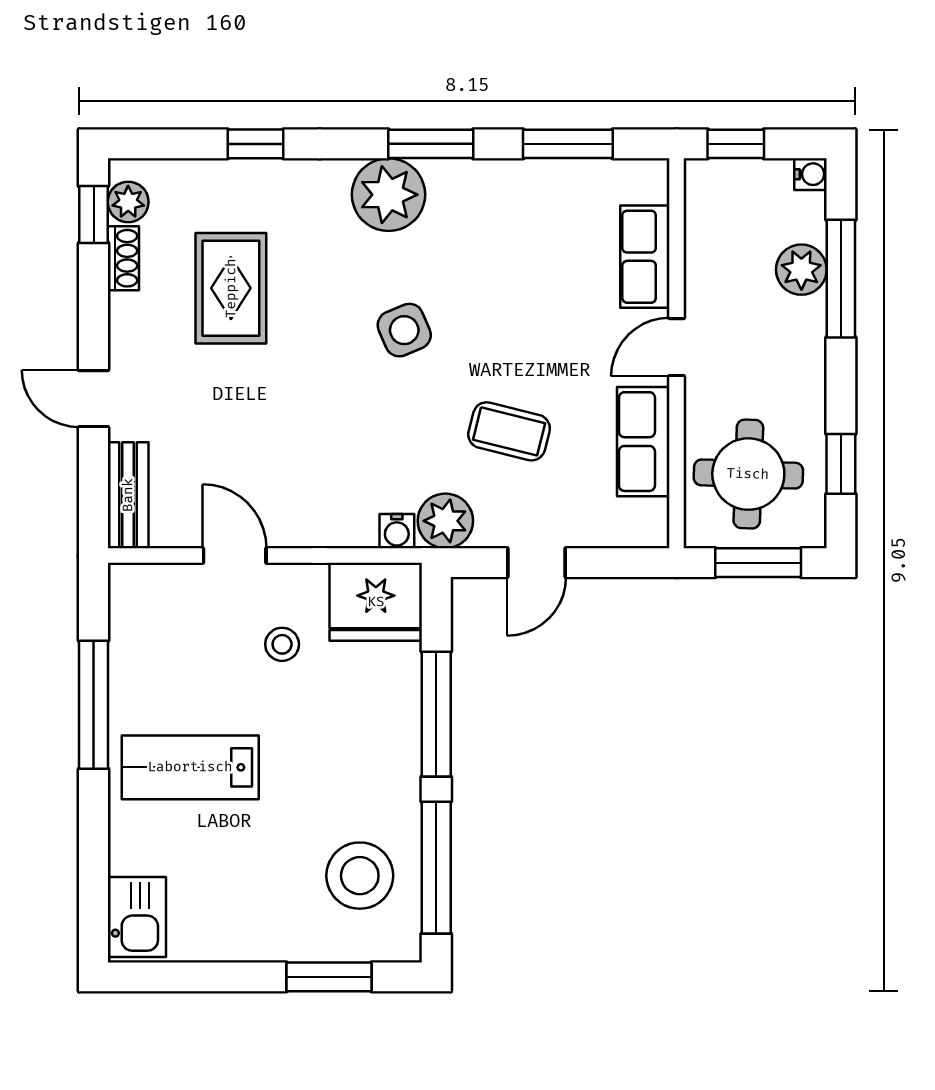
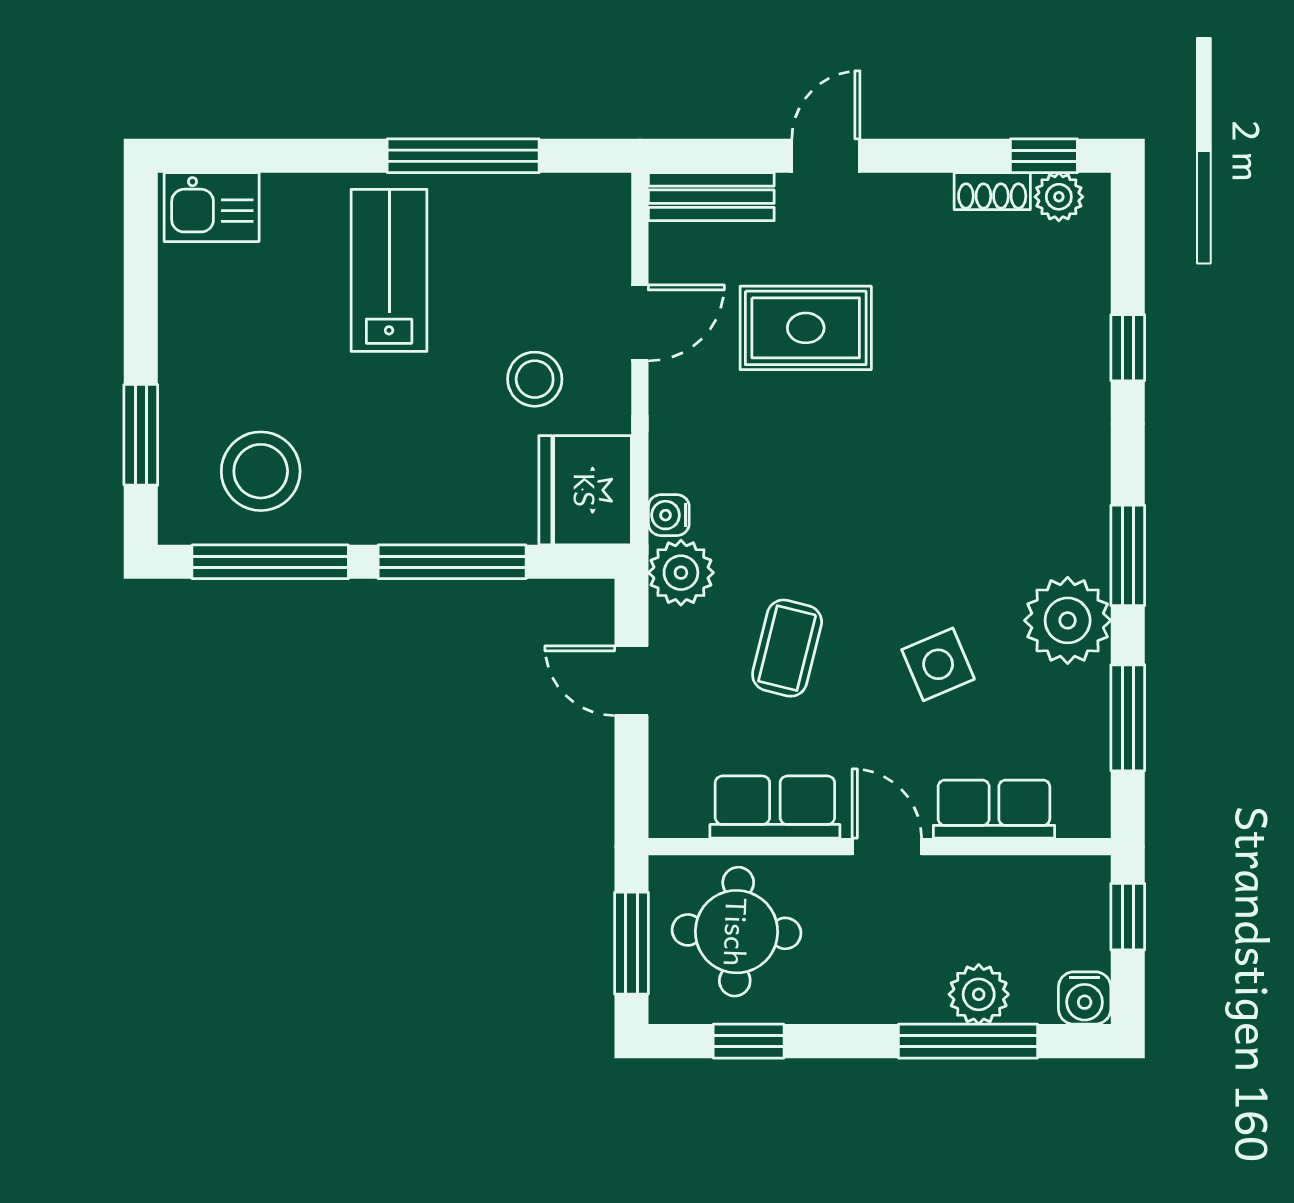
water cooler: (811, 174) -> (1085, 998), width x1.38, depth x1.38
plant: (388, 195) -> (1068, 620), moved
rug: (231, 288) -> (806, 328), moved
side table: (404, 330) -> (938, 664), moved
stool: (282, 644) -> (535, 379), width x1.37, depth x1.37

